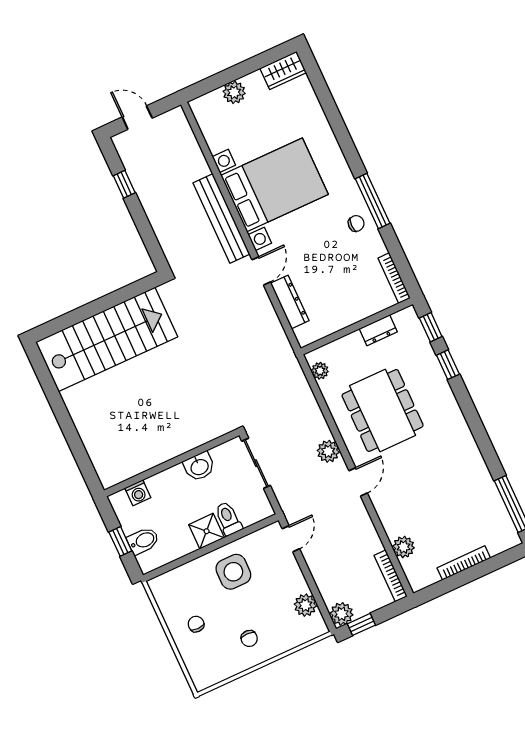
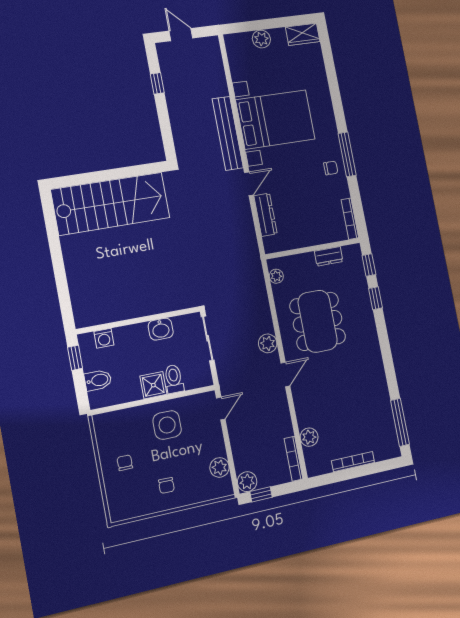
window: (120, 541) -> (75, 358), moved

